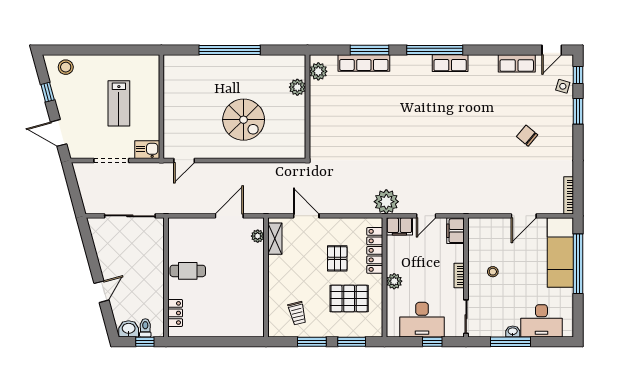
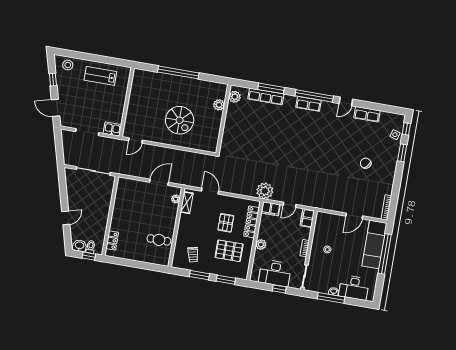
door: (552, 50) -> (346, 101), moved
row of seats: (450, 63) -> (309, 104), moved
lab bench: (119, 103) -> (100, 76), moved, turned 90
cafe table: (188, 271) -> (159, 240), moved

